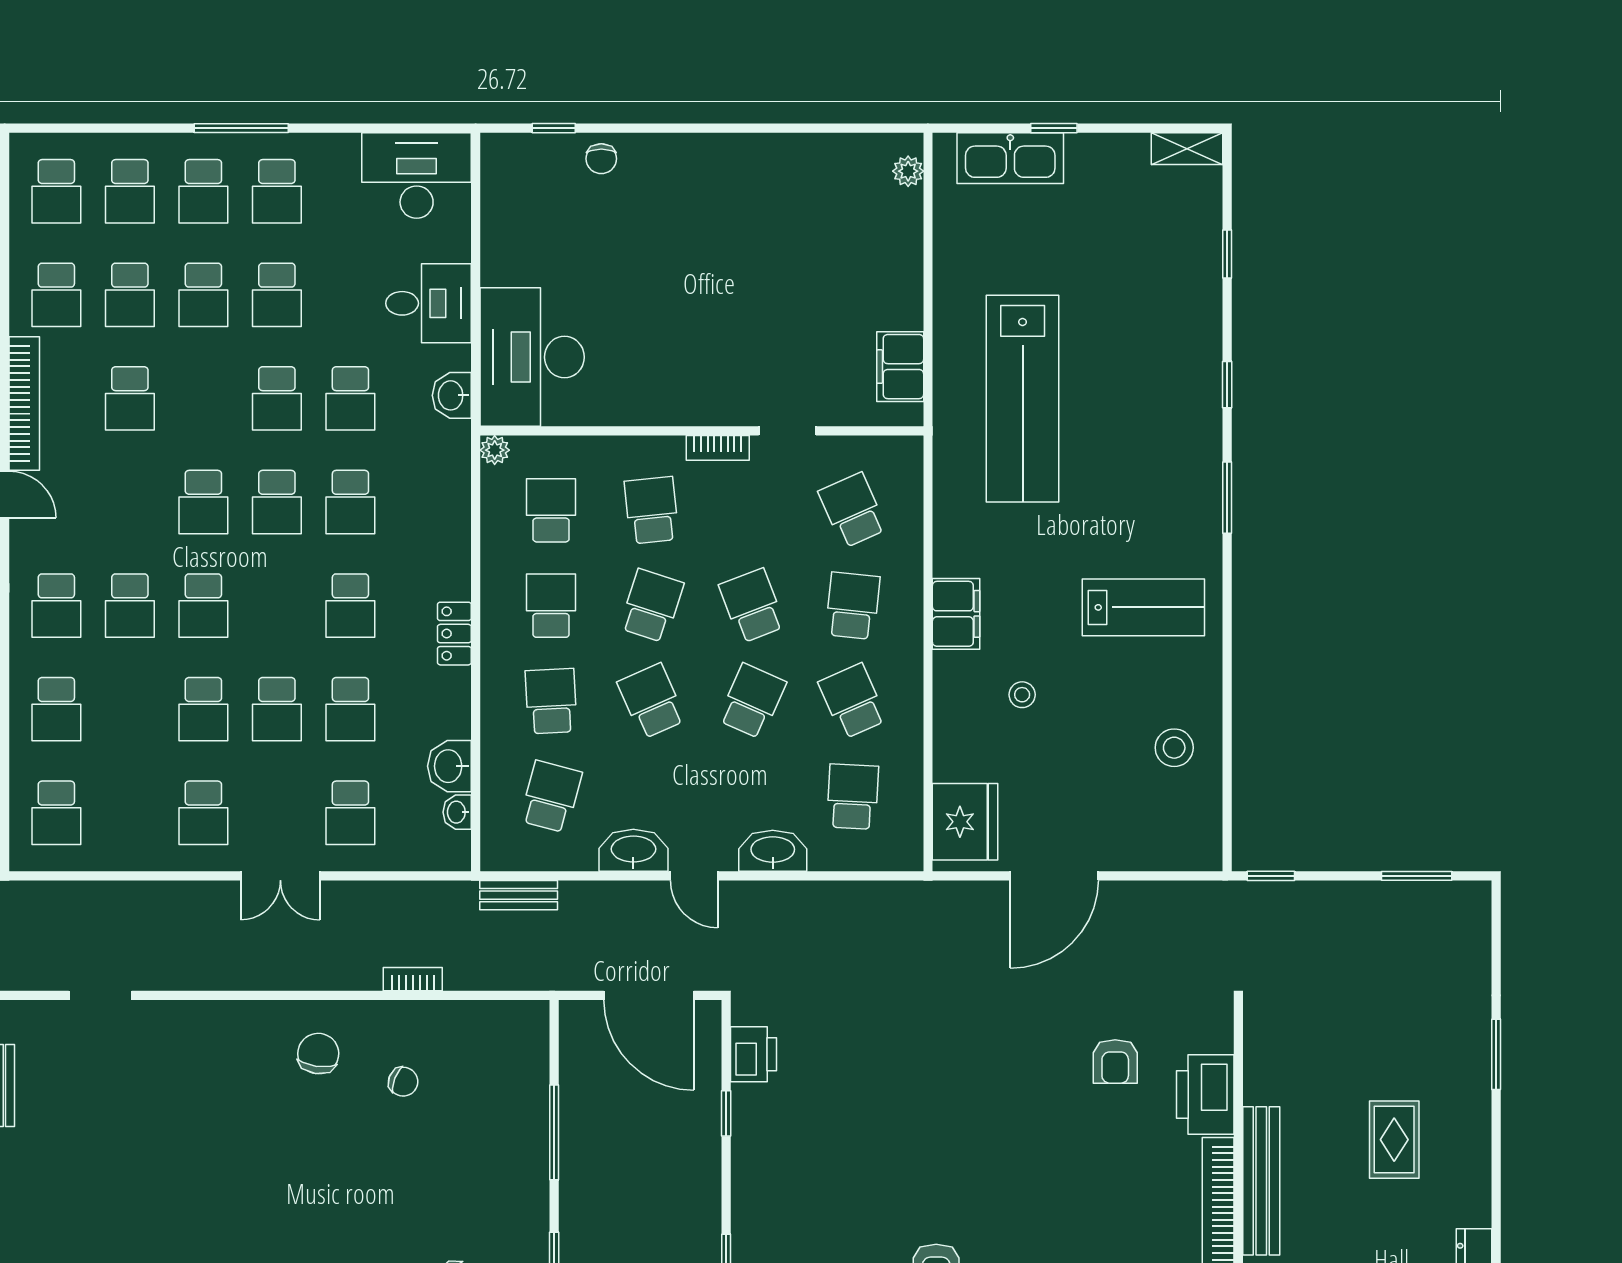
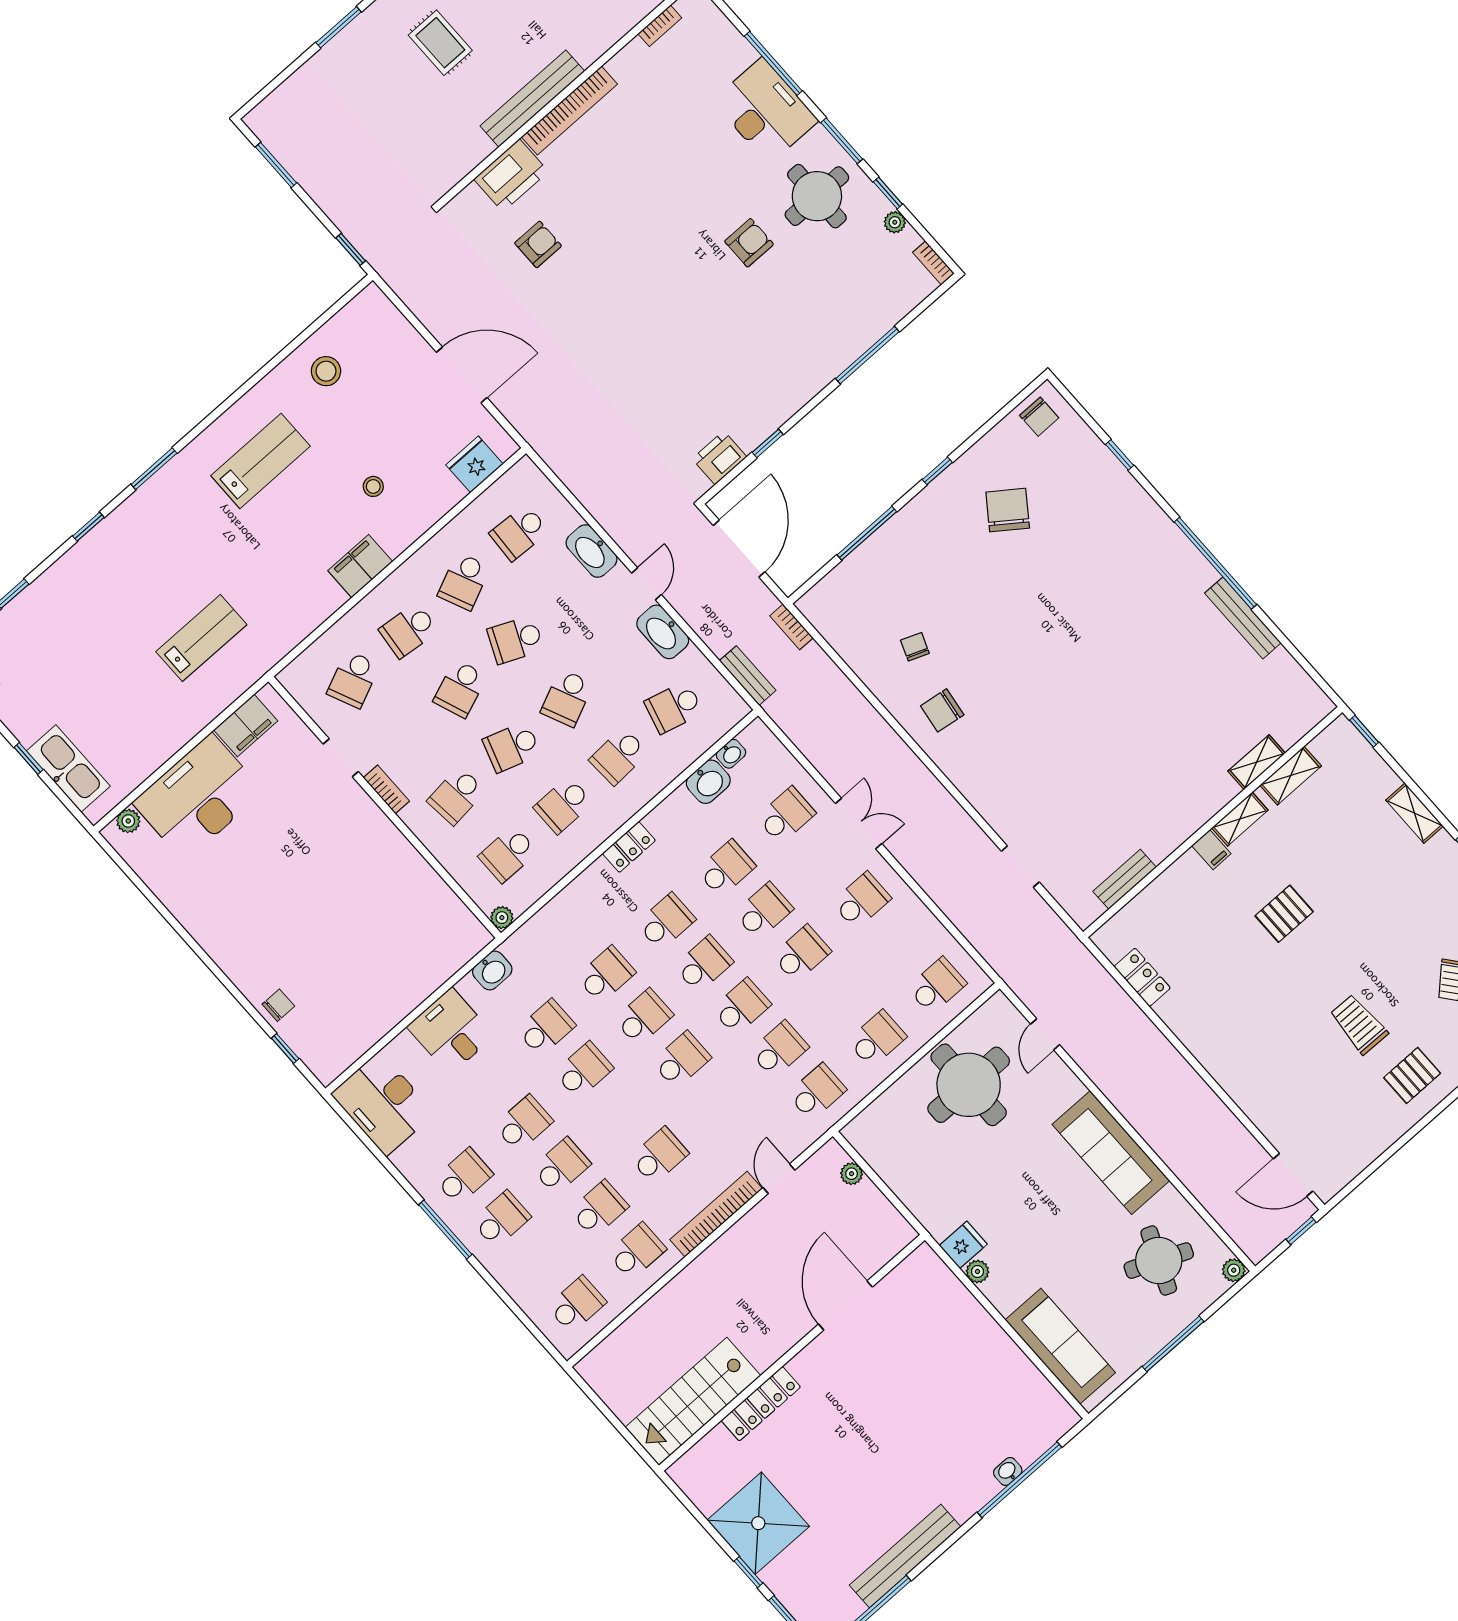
school desk: (130, 191) -> (704, 964), moved
desk: (532, 357) -> (198, 797), moved, turned 180
lab bench: (1023, 399) -> (201, 638), width x0.54, depth x0.72
lab bench: (1143, 607) -> (260, 461), turned 90
fridge: (965, 822) -> (474, 464), width x0.73, depth x0.75
bookcase: (413, 979) -> (791, 627), moved
rug: (1394, 1140) -> (440, 43), turned 90

